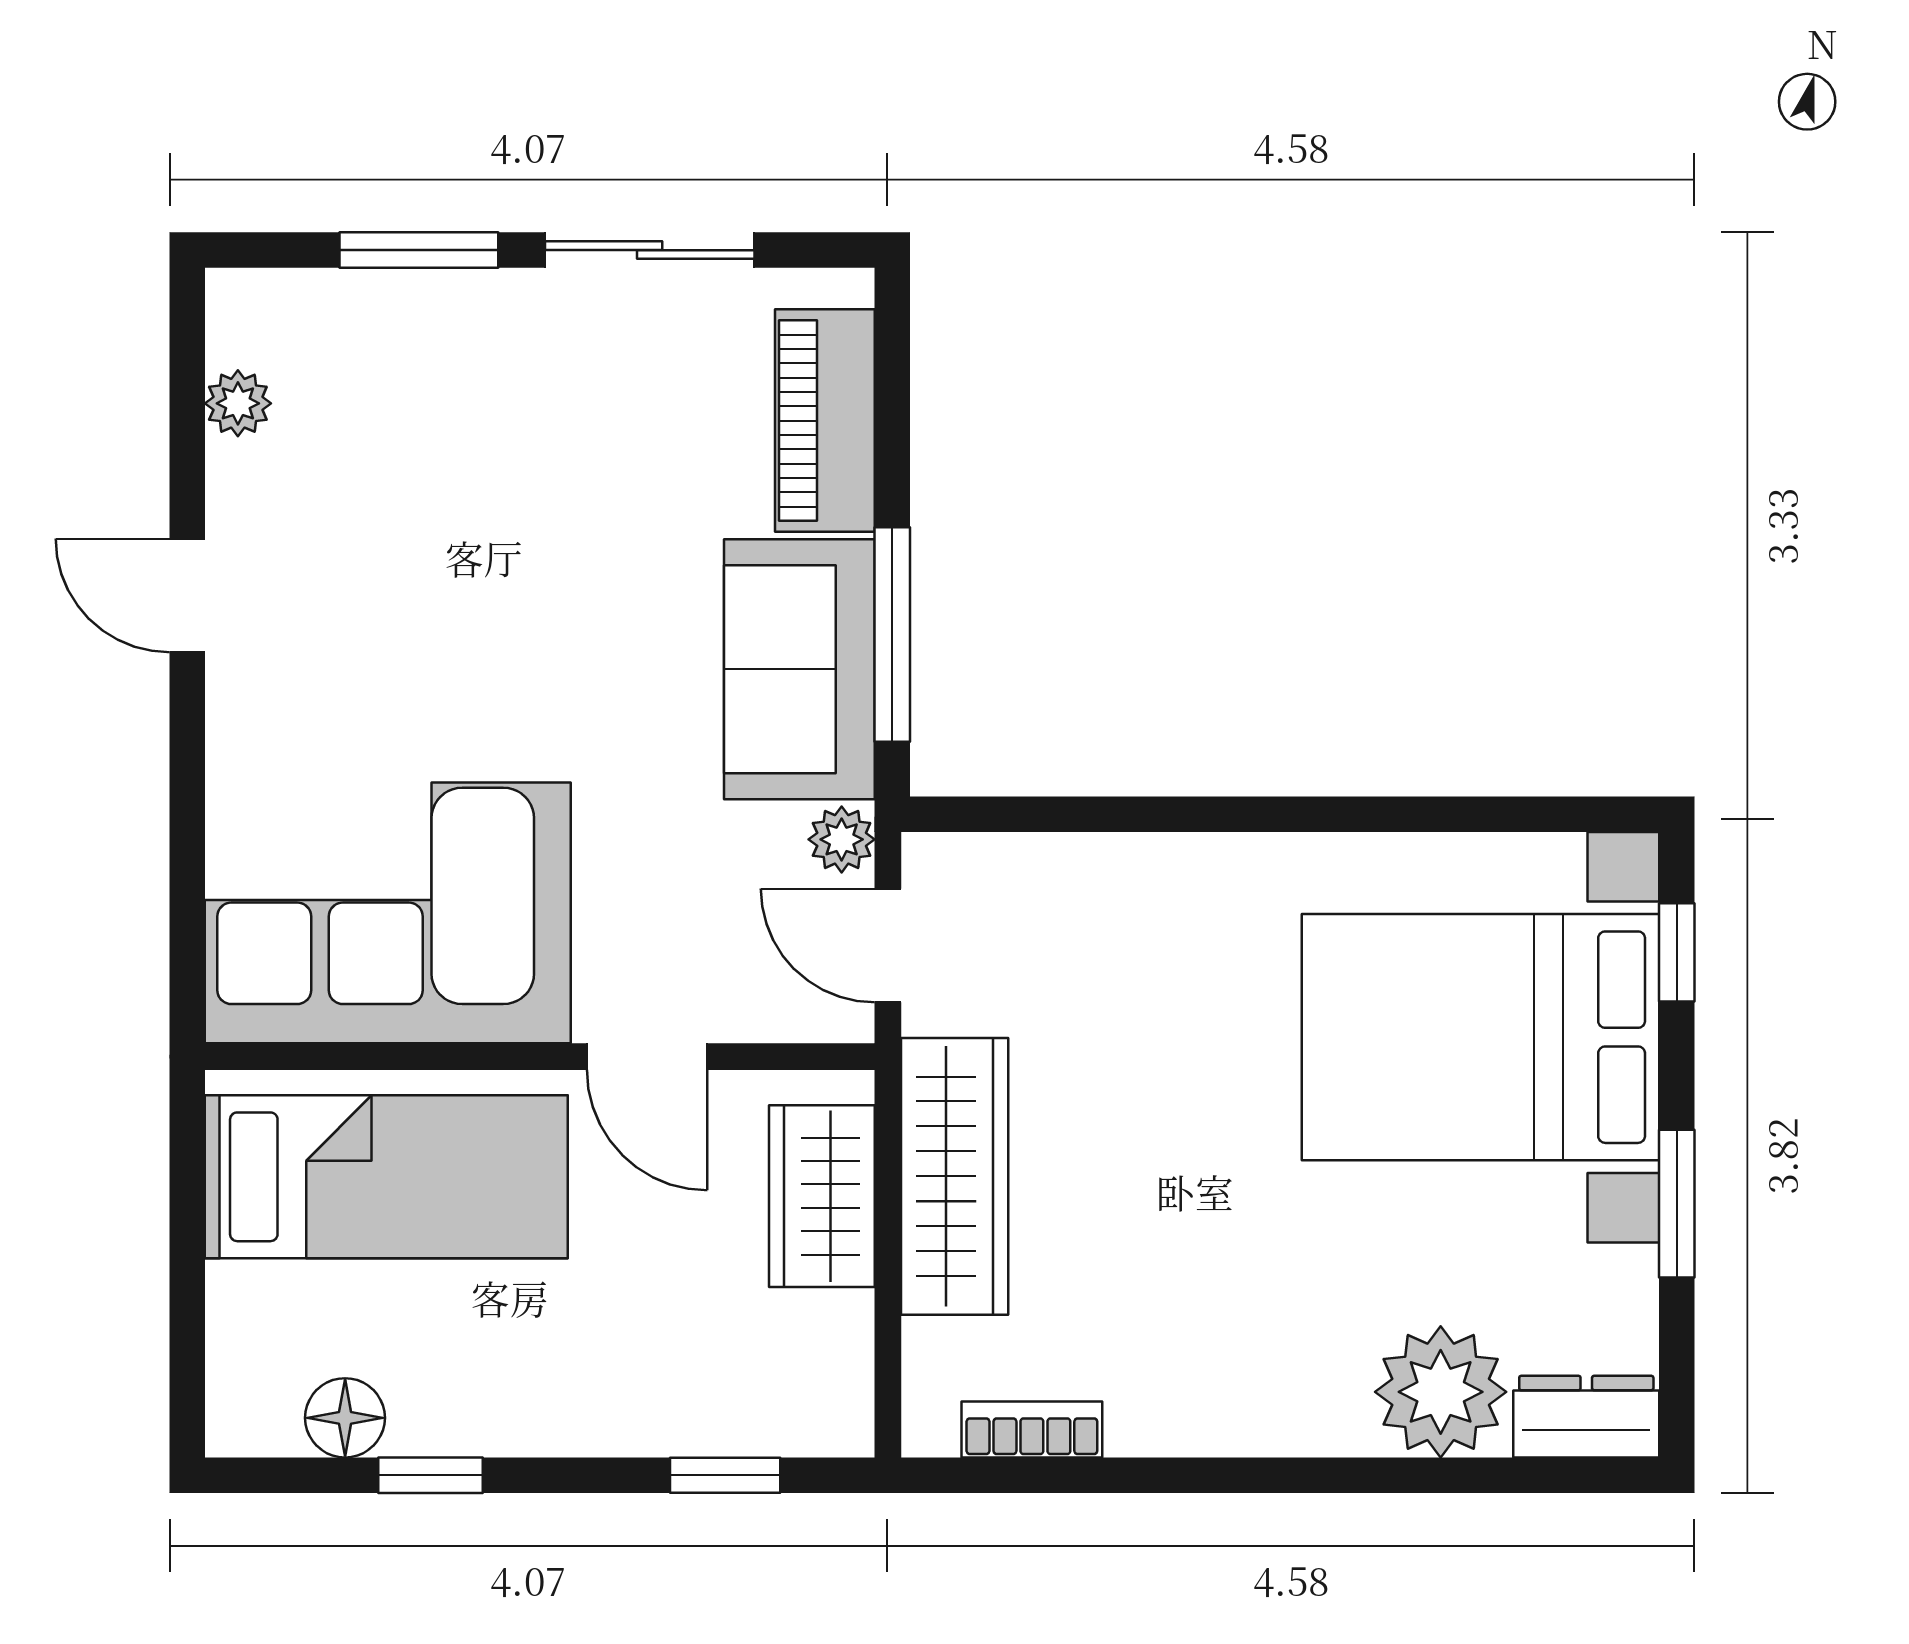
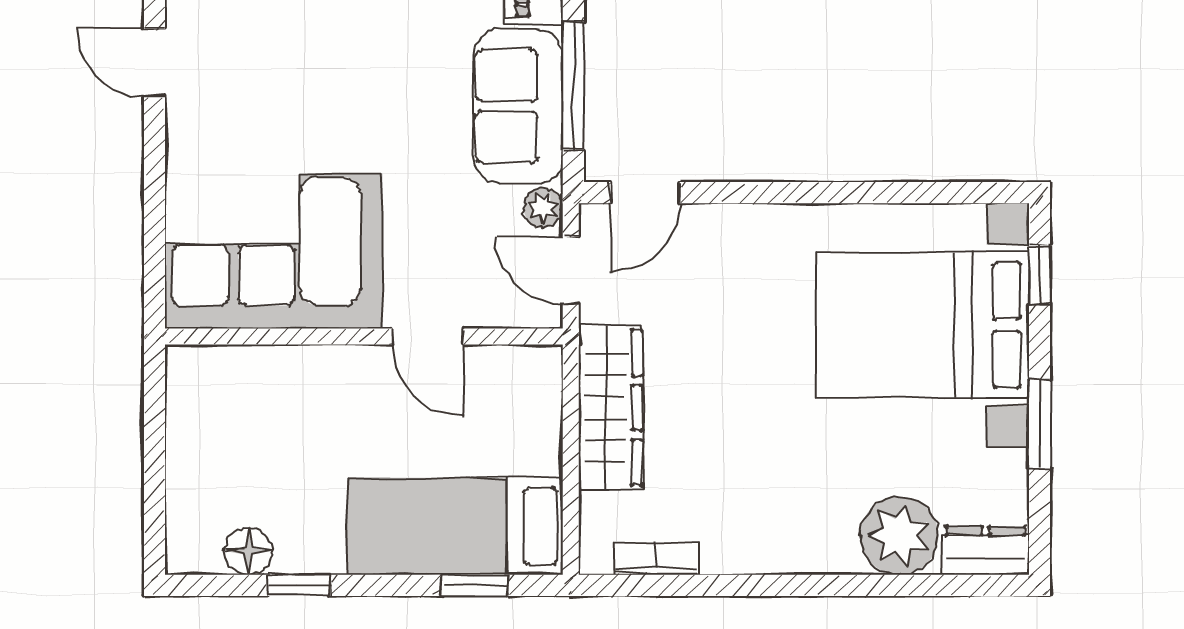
door: (1013, 814) -> (645, 193), added
bed: (386, 1177) -> (455, 526), moved, turned 180
wardrobe: (822, 1196) -> (532, 420), removed

